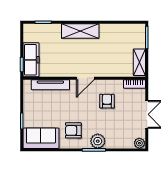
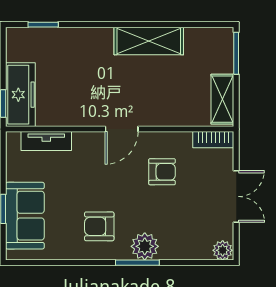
shelving: (80, 31) -> (149, 41), moved
tv unit: (50, 85) -> (46, 141), width x0.71
armchair: (107, 101) -> (162, 172), turned 90
sofa: (41, 138) -> (25, 216), moved, turned 90

